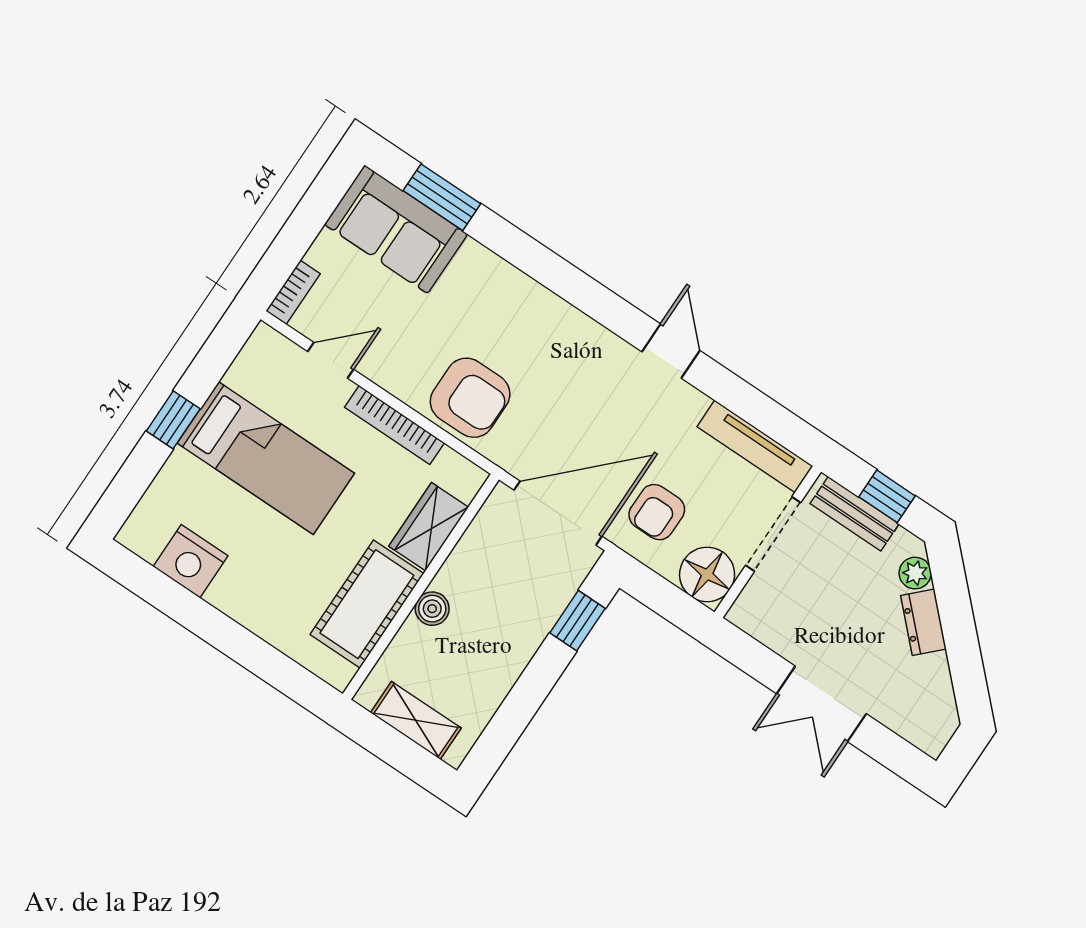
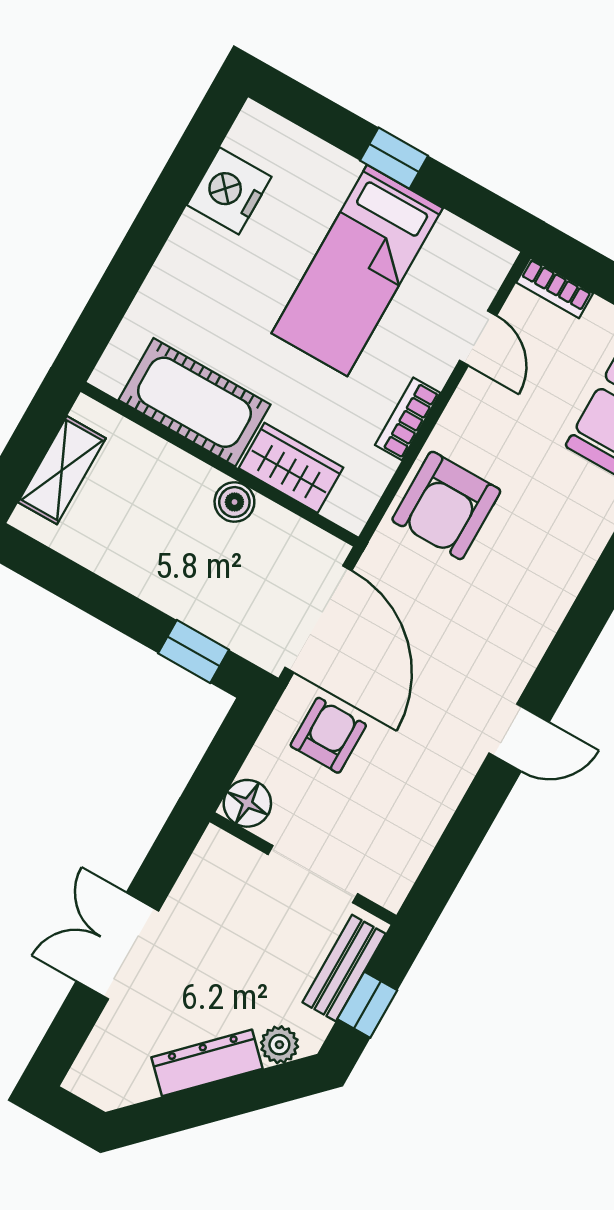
bookcase: (395, 425) -> (408, 419), width x0.64
tv unit: (755, 446) -> (414, 845), removed
armchair: (657, 512) -> (328, 735), turned 90
floor lamp: (707, 574) -> (247, 803), width x0.73, depth x0.73
boiler: (432, 609) -> (234, 502), moved
dresser: (923, 622) -> (207, 1063), width x1.44

